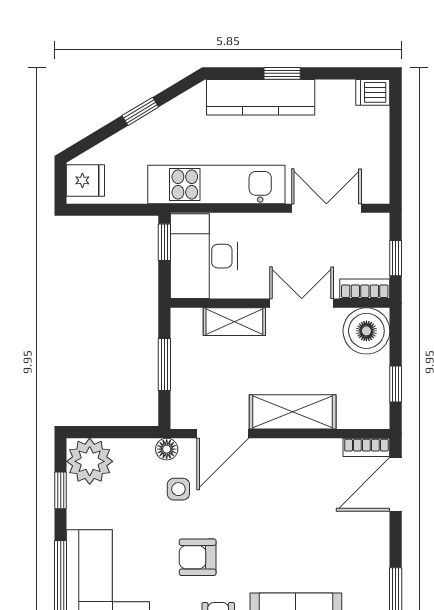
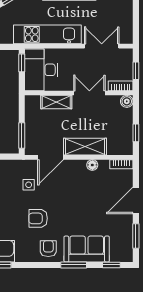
boiler: (366, 331) -> (127, 101), width x0.54, depth x0.54
window: (164, 364) -> (22, 135), moved
floor lamp: (167, 449) -> (92, 165), moved
door: (396, 484) -> (136, 200), moved

